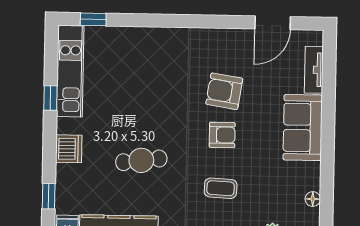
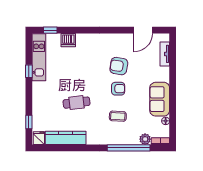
sofa: (303, 128) -> (160, 99), moved
dishwasher: (69, 149) -> (68, 40), moved, turned 90

